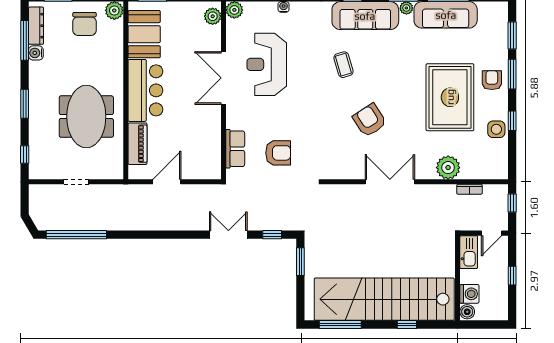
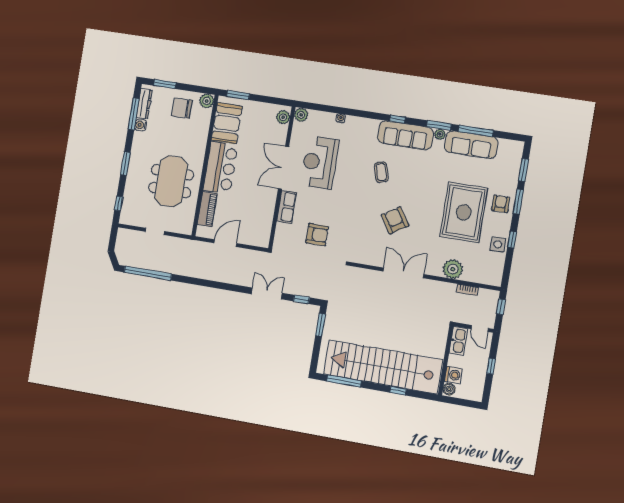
chair: (85, 24) -> (182, 108), turned 90
row of seats: (235, 149) -> (287, 207), moved
door: (492, 233) -> (480, 329), hinge flipped

